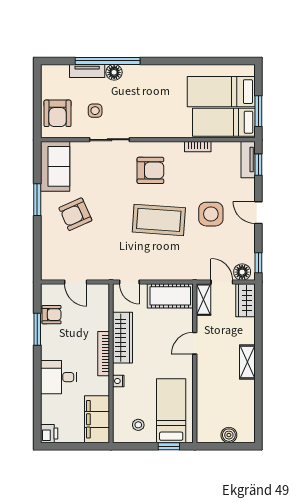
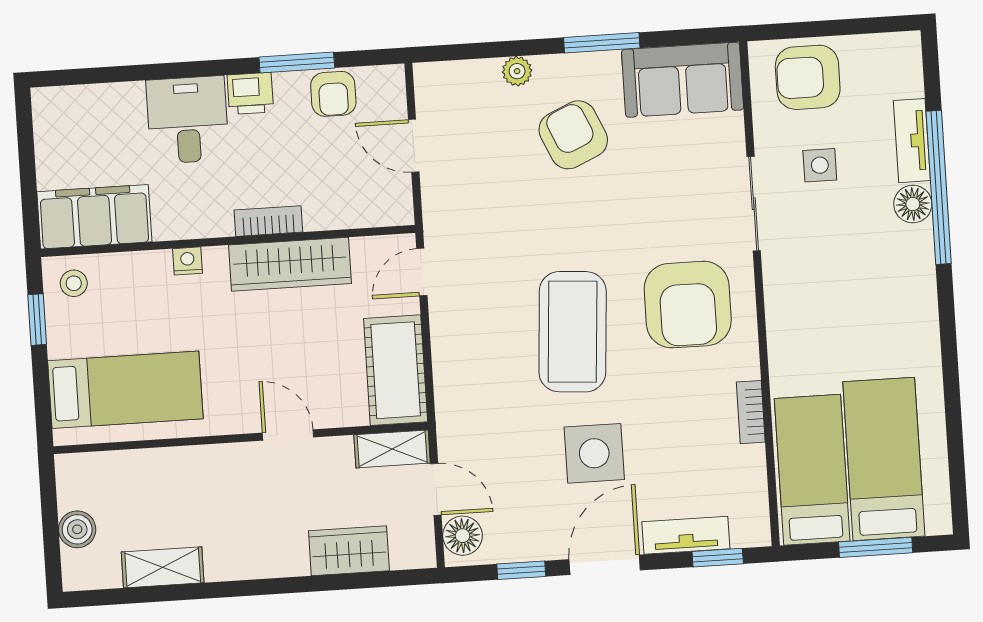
window: (258, 111) -> (876, 547), moved
tv unit: (248, 160) -> (686, 535), moved
armchair: (150, 170) -> (688, 305), width x1.36, depth x1.36
door: (258, 213) -> (605, 565), width x1.38
plant: (47, 236) -> (517, 71), added
window: (258, 263) -> (521, 570), moved
door: (76, 282) -> (414, 146), hinge flipped
door: (222, 282) -> (436, 489), hinge flipped
wardrobe: (245, 300) -> (349, 551), moved
bookcase: (104, 354) -> (268, 221), width x0.64
shelving: (247, 362) -> (163, 567), moved
stool: (138, 425) -> (74, 283), moved
printer: (49, 434) -> (250, 93), moved
window: (169, 446) -> (37, 320), moved

